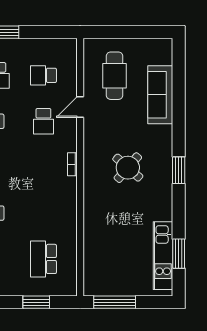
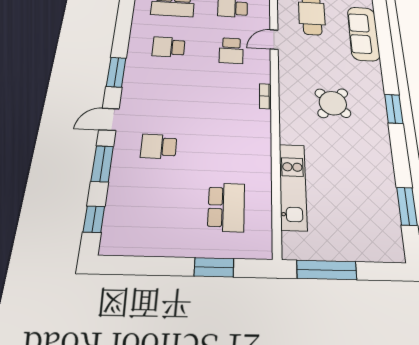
kitchen unit: (163, 256) -> (293, 186), moved, turned 180
school desk: (43, 259) -> (226, 207), turned 180

